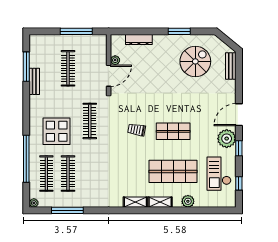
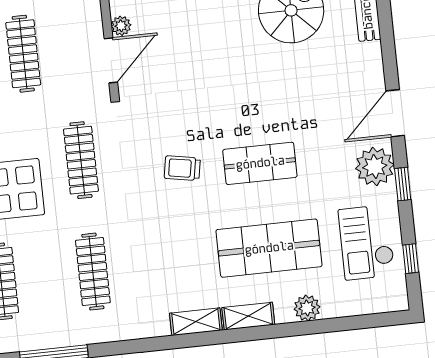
clothes rail: (68, 174) -> (93, 272), moved

